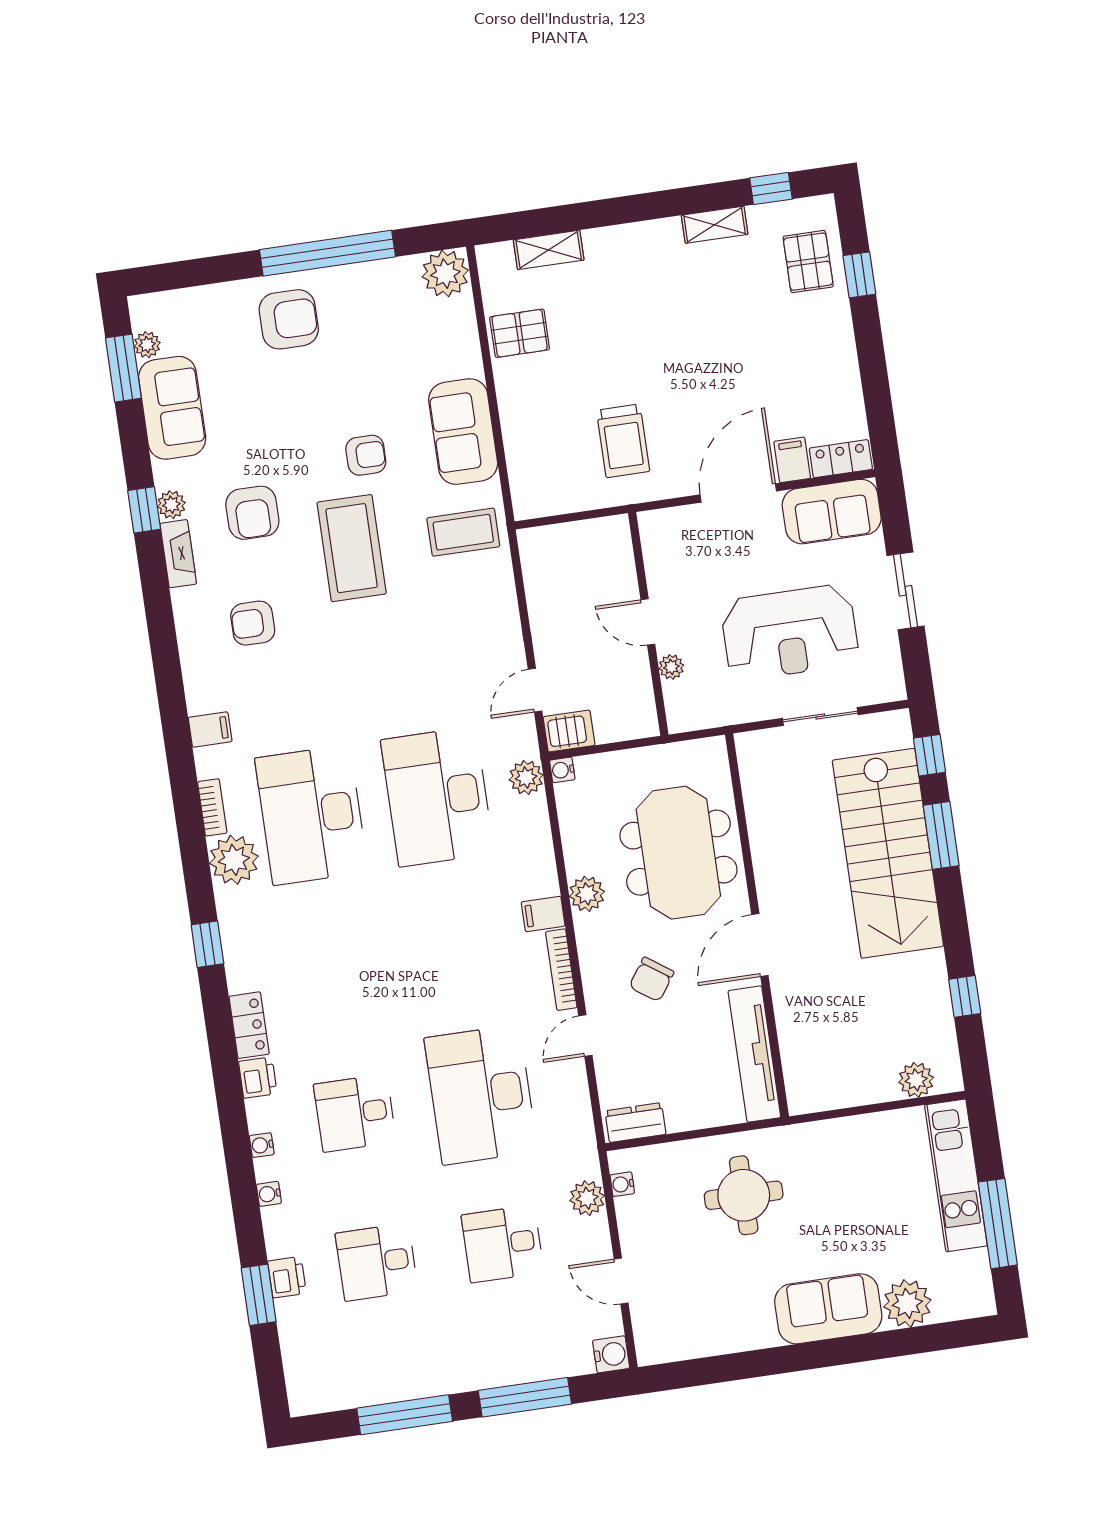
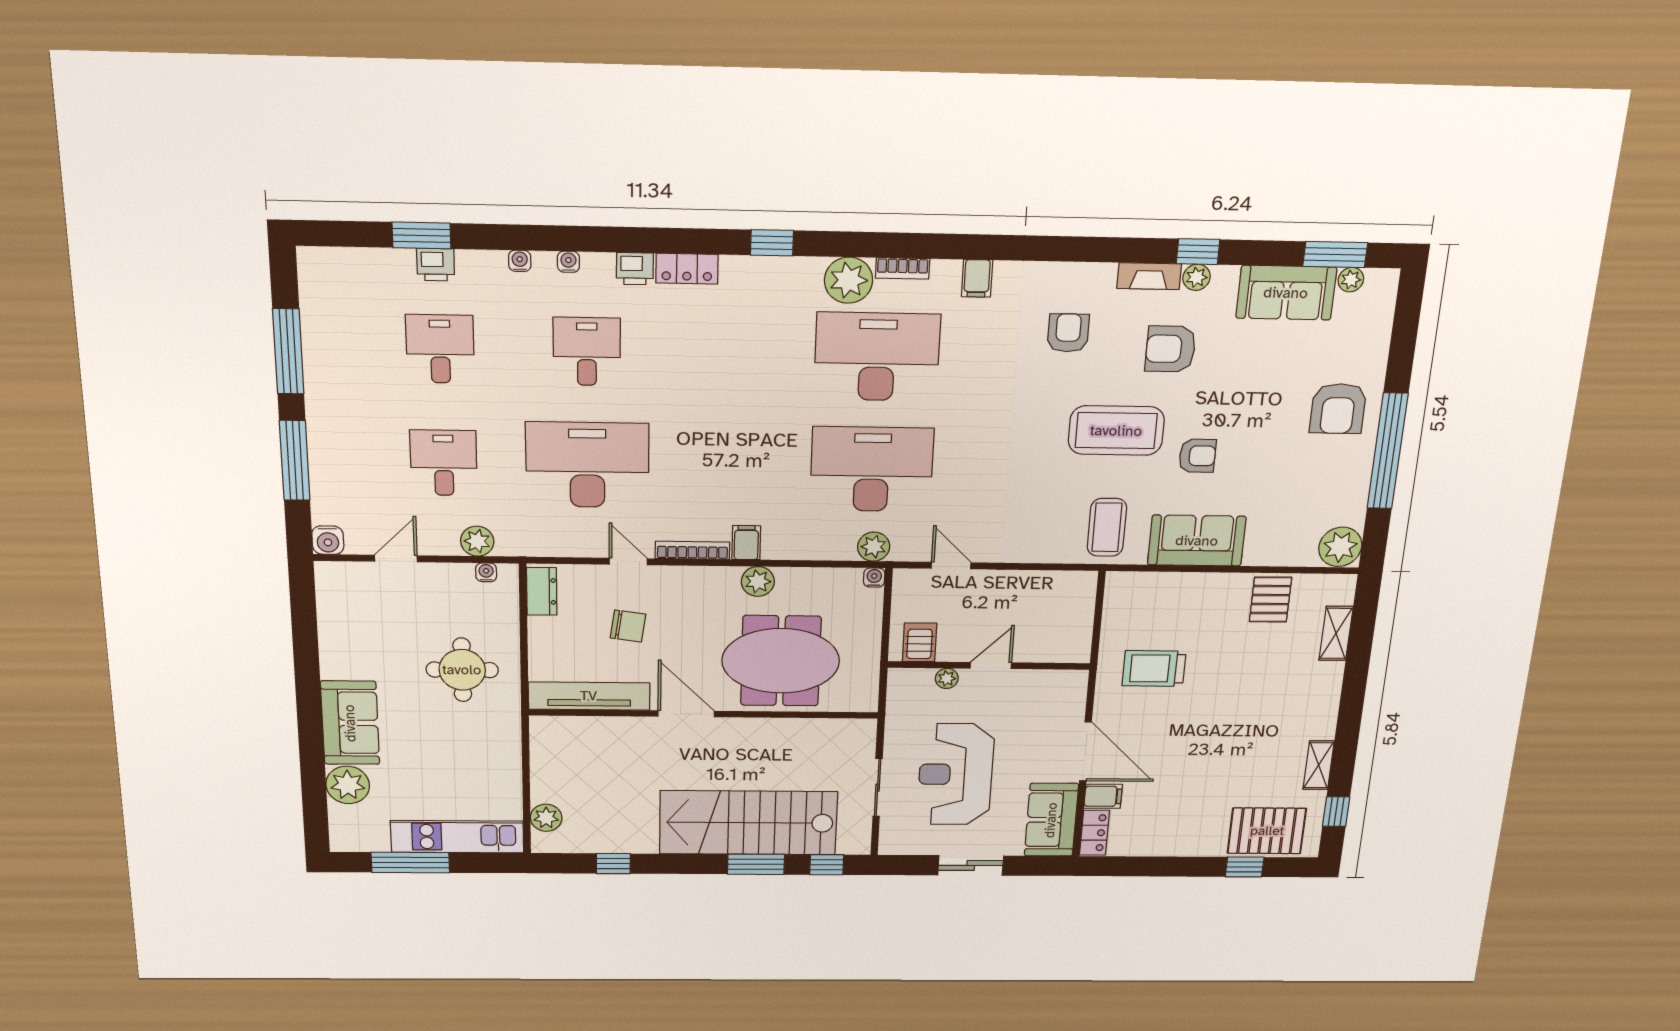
pallet: (808, 262) -> (1267, 831), width x1.50, depth x1.42
armchair: (366, 455) -> (1197, 456), turned -90
server rack: (569, 731) -> (920, 642), moved, turned 180
chair: (652, 979) -> (628, 626), moved, turned 153

